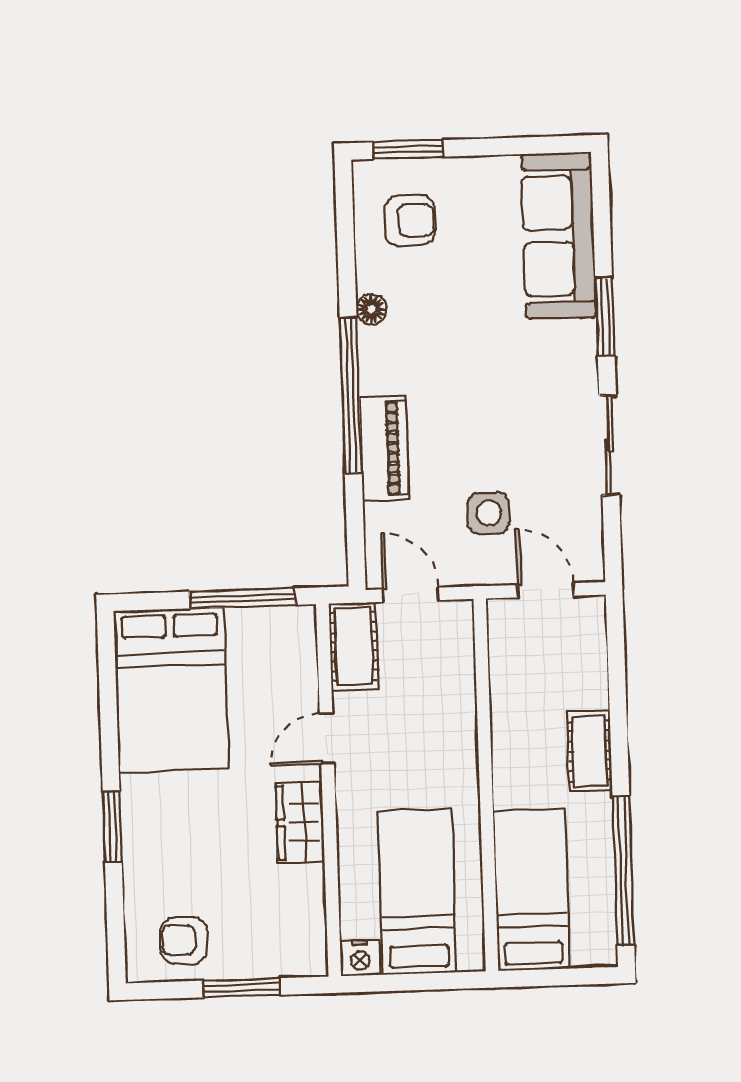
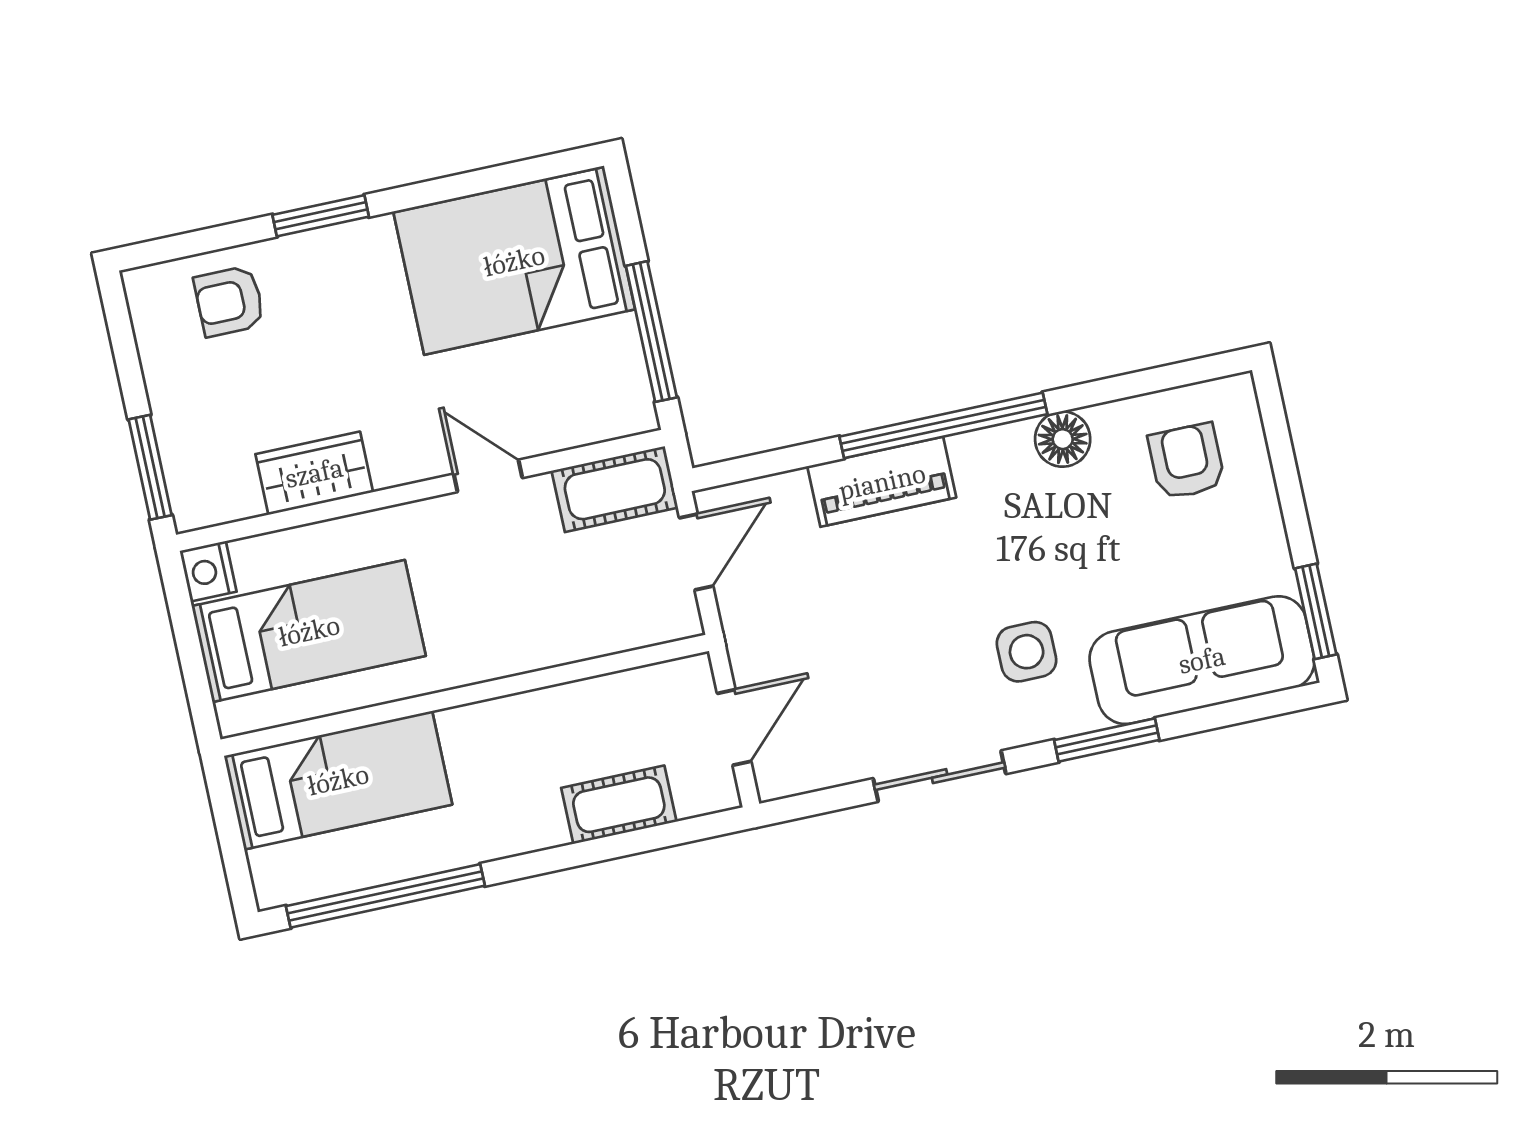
window: (408, 149) -> (1316, 611), moved
armchair: (410, 220) -> (1187, 461), turned 180
floor lamp: (371, 309) -> (1063, 439), width x1.37, depth x1.37
side table: (489, 513) -> (1027, 652), moved
cot: (589, 751) -> (619, 805), moved
wardrobe: (300, 822) -> (314, 473), moved
armchair: (184, 940) -> (229, 301), moved, turned -93
window: (241, 988) -> (150, 467), moved

